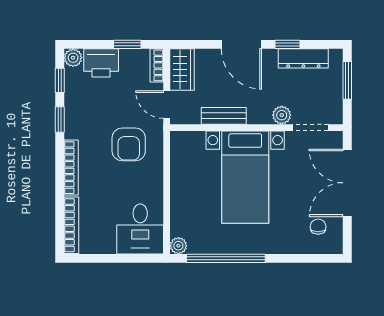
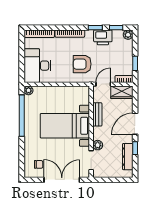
printer: (101, 63) -> (103, 37), moved, turned -90
window: (347, 80) -> (116, 180), removed
desk: (140, 229) -> (37, 66), width x1.37

